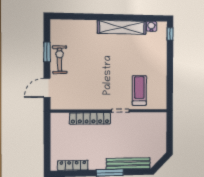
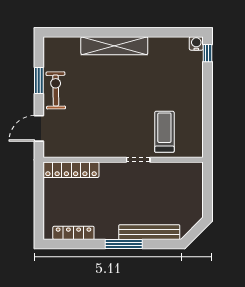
water cooler: (151, 26) -> (196, 43), moved
shelving: (122, 27) -> (114, 46), moved
locker: (90, 118) -> (71, 170), moved

